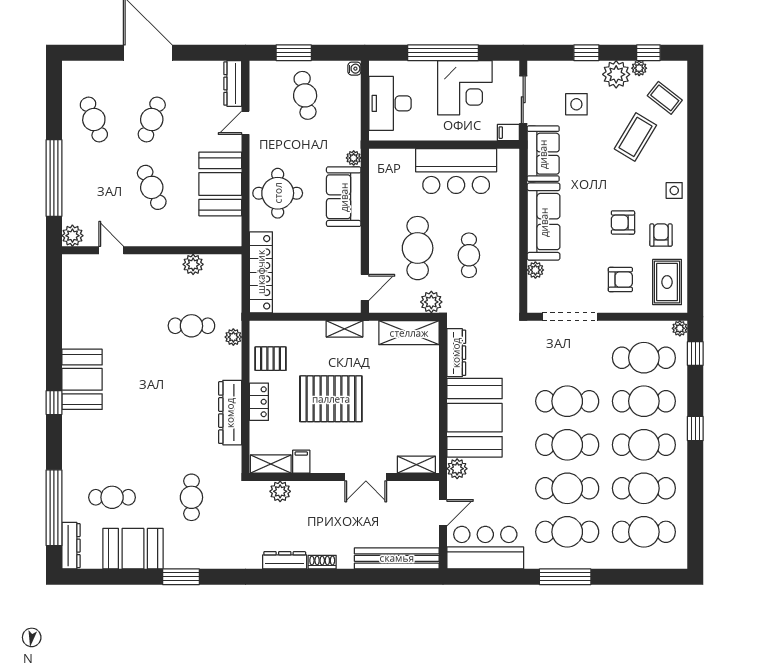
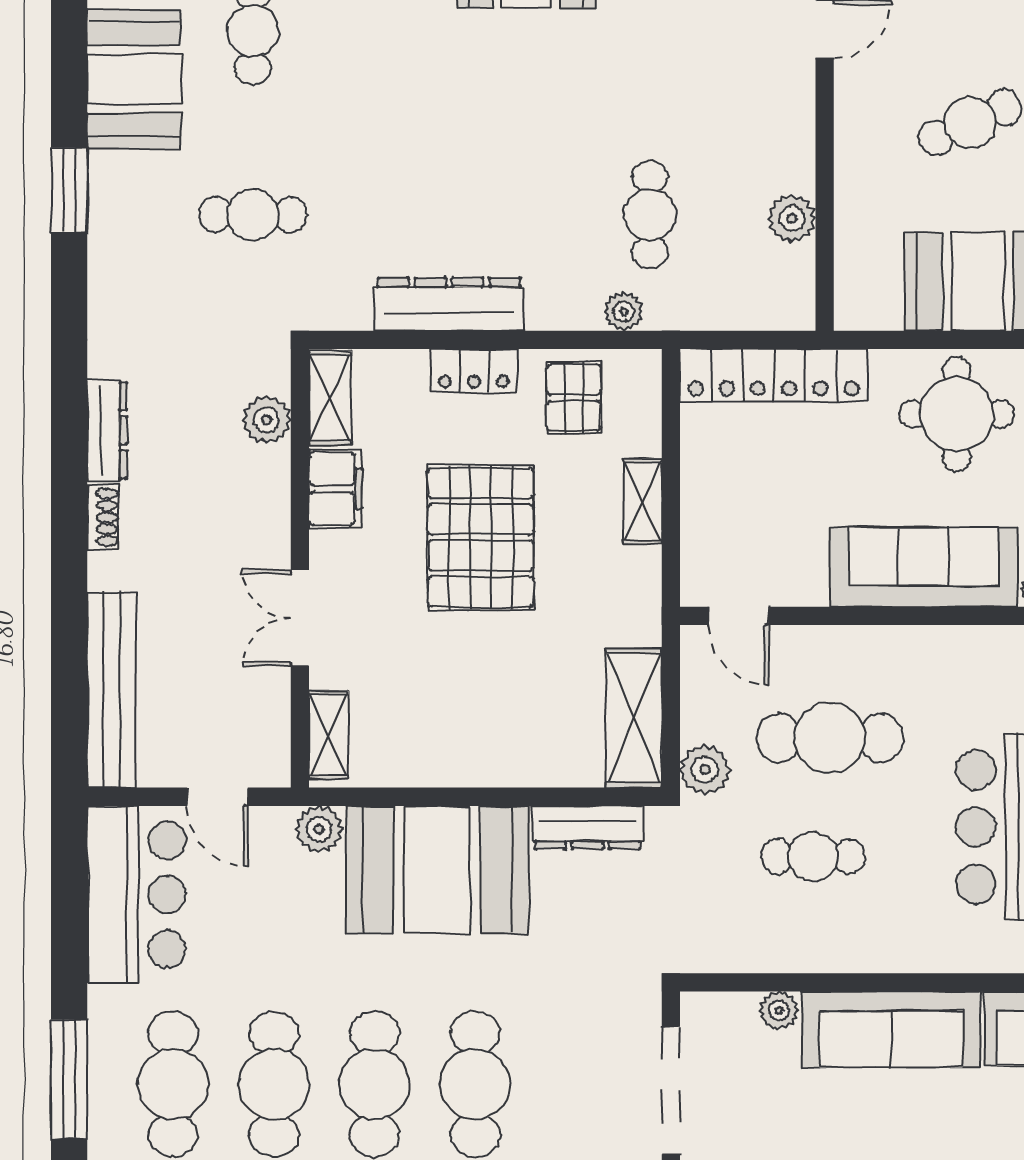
sofa: (344, 197) -> (924, 567), width x1.36
shelving: (344, 329) -> (643, 501), moved
filing cabinet: (301, 462) -> (335, 489), width x2.00

